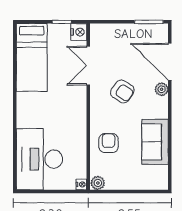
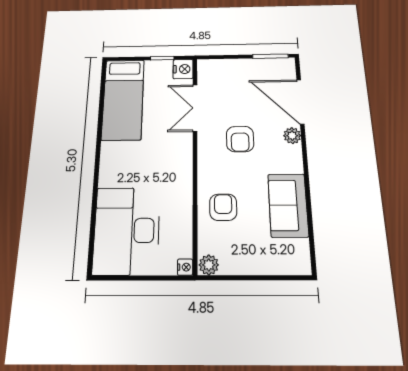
armchair: (122, 91) -> (240, 139), turned 57

